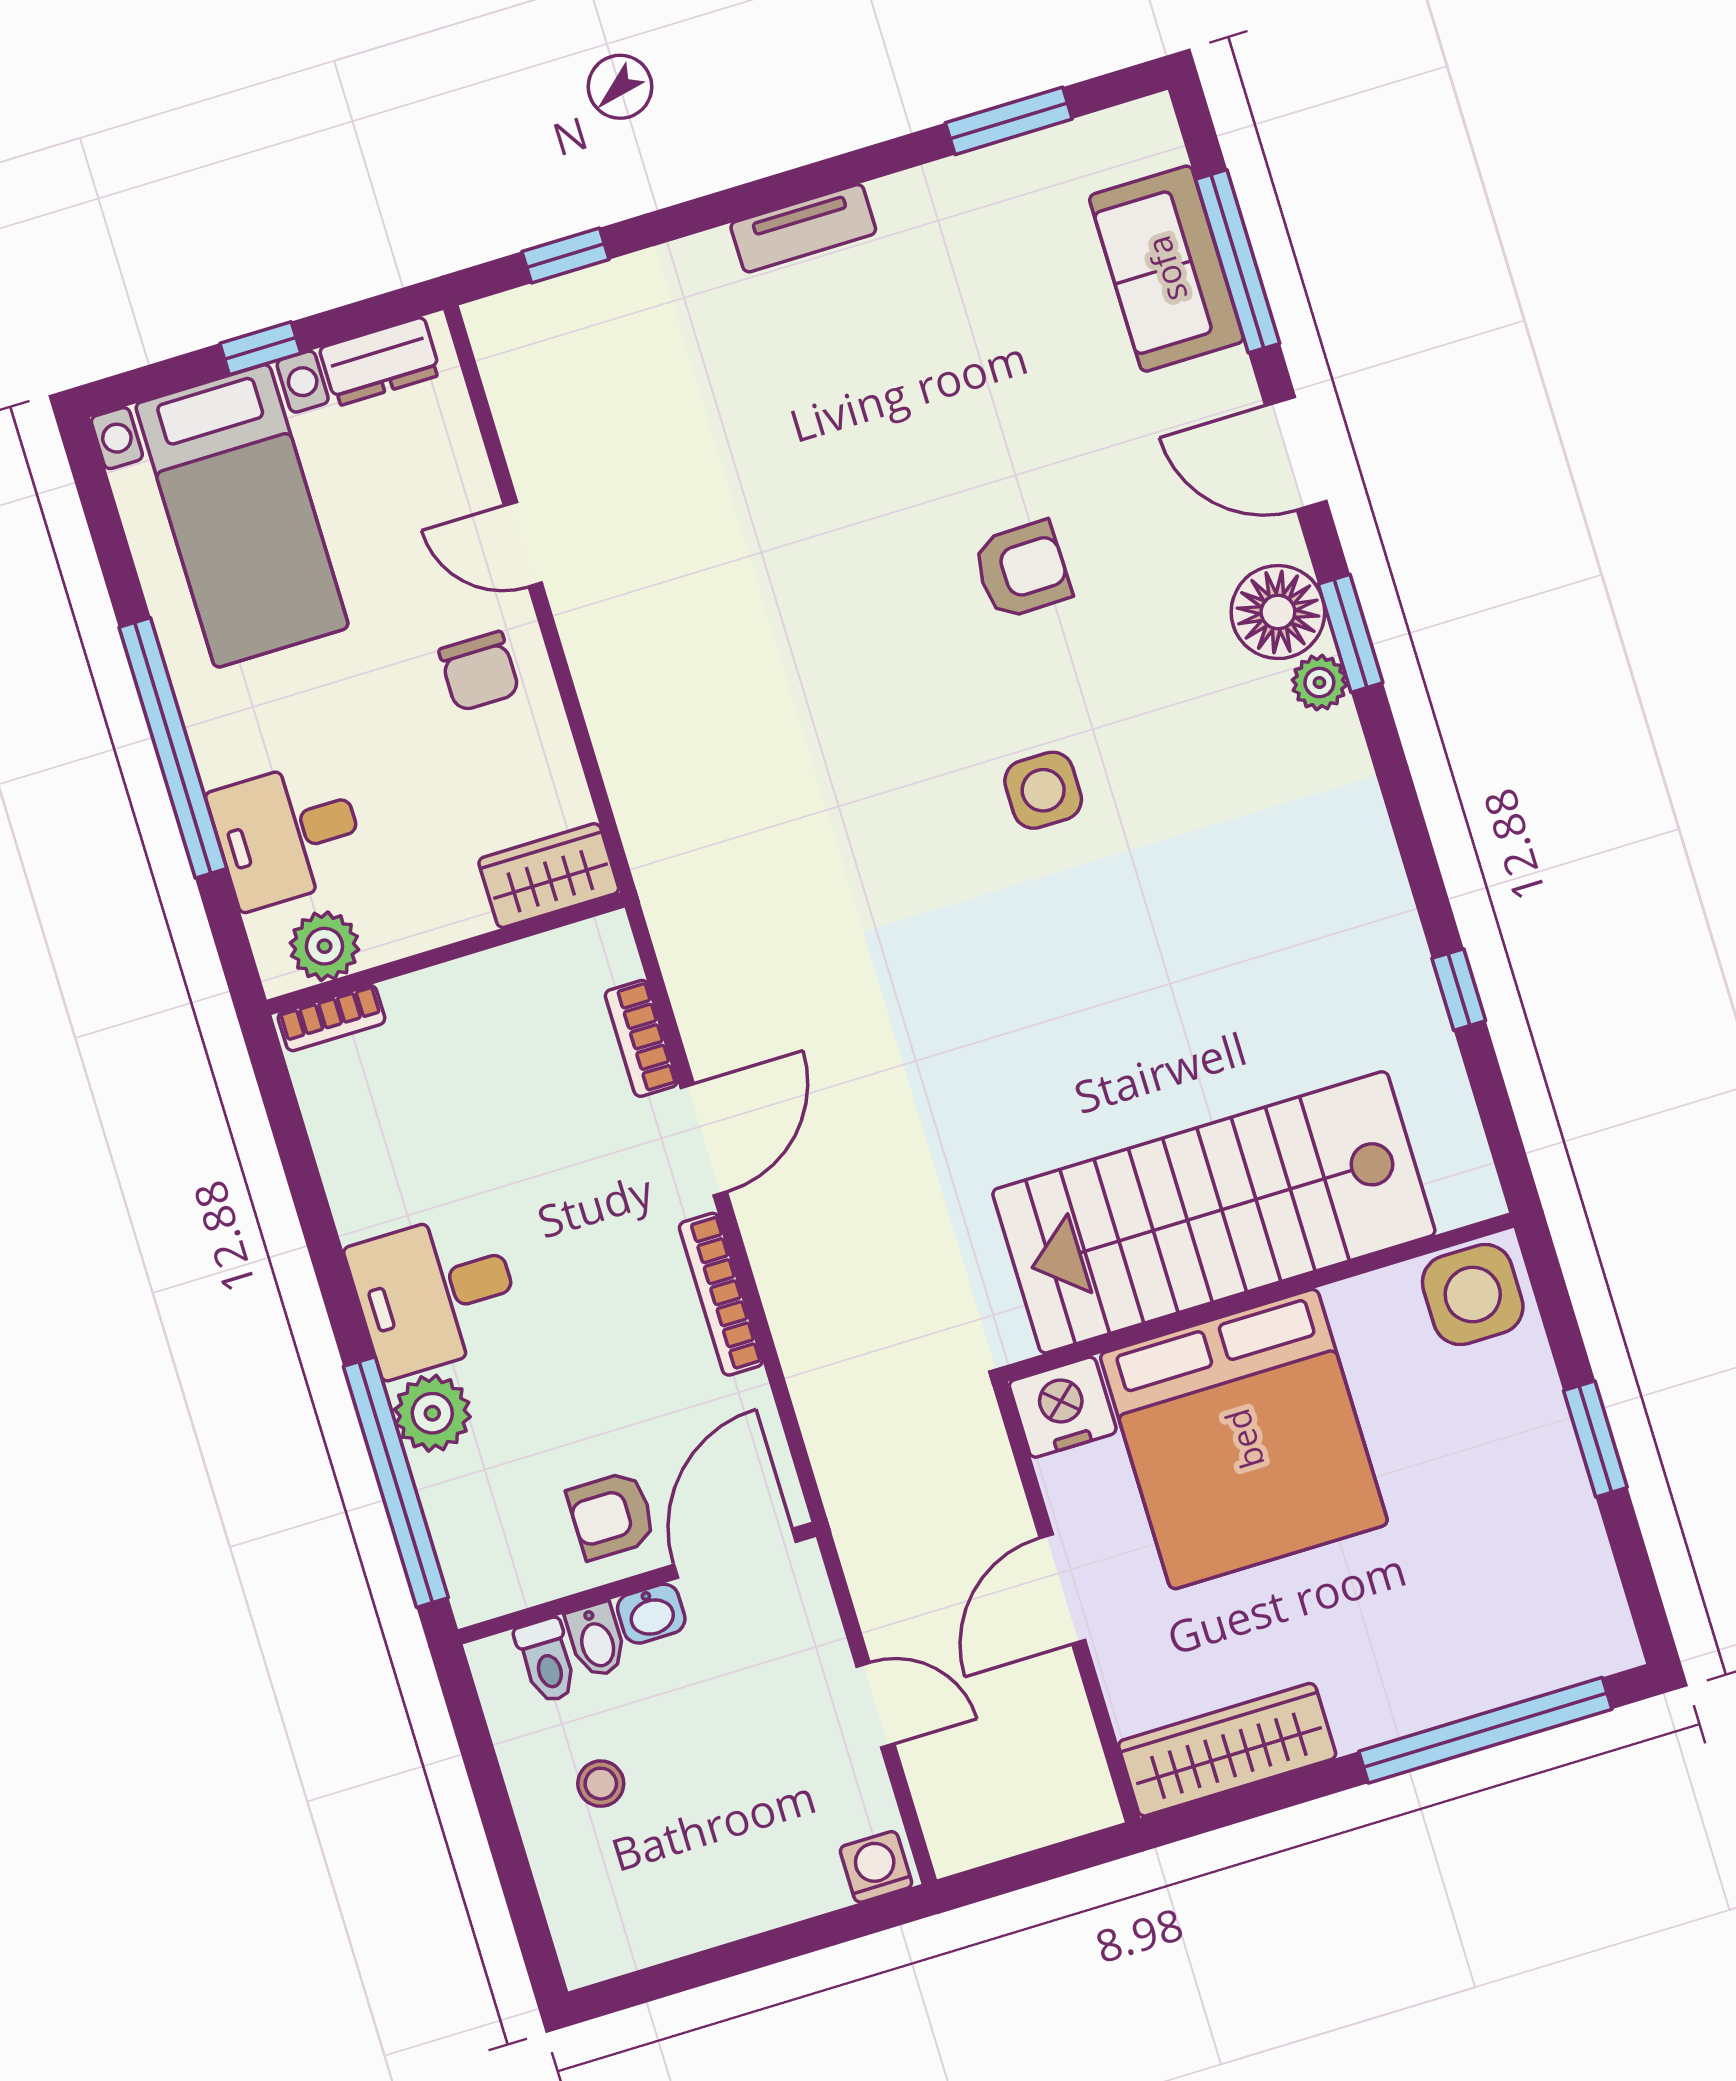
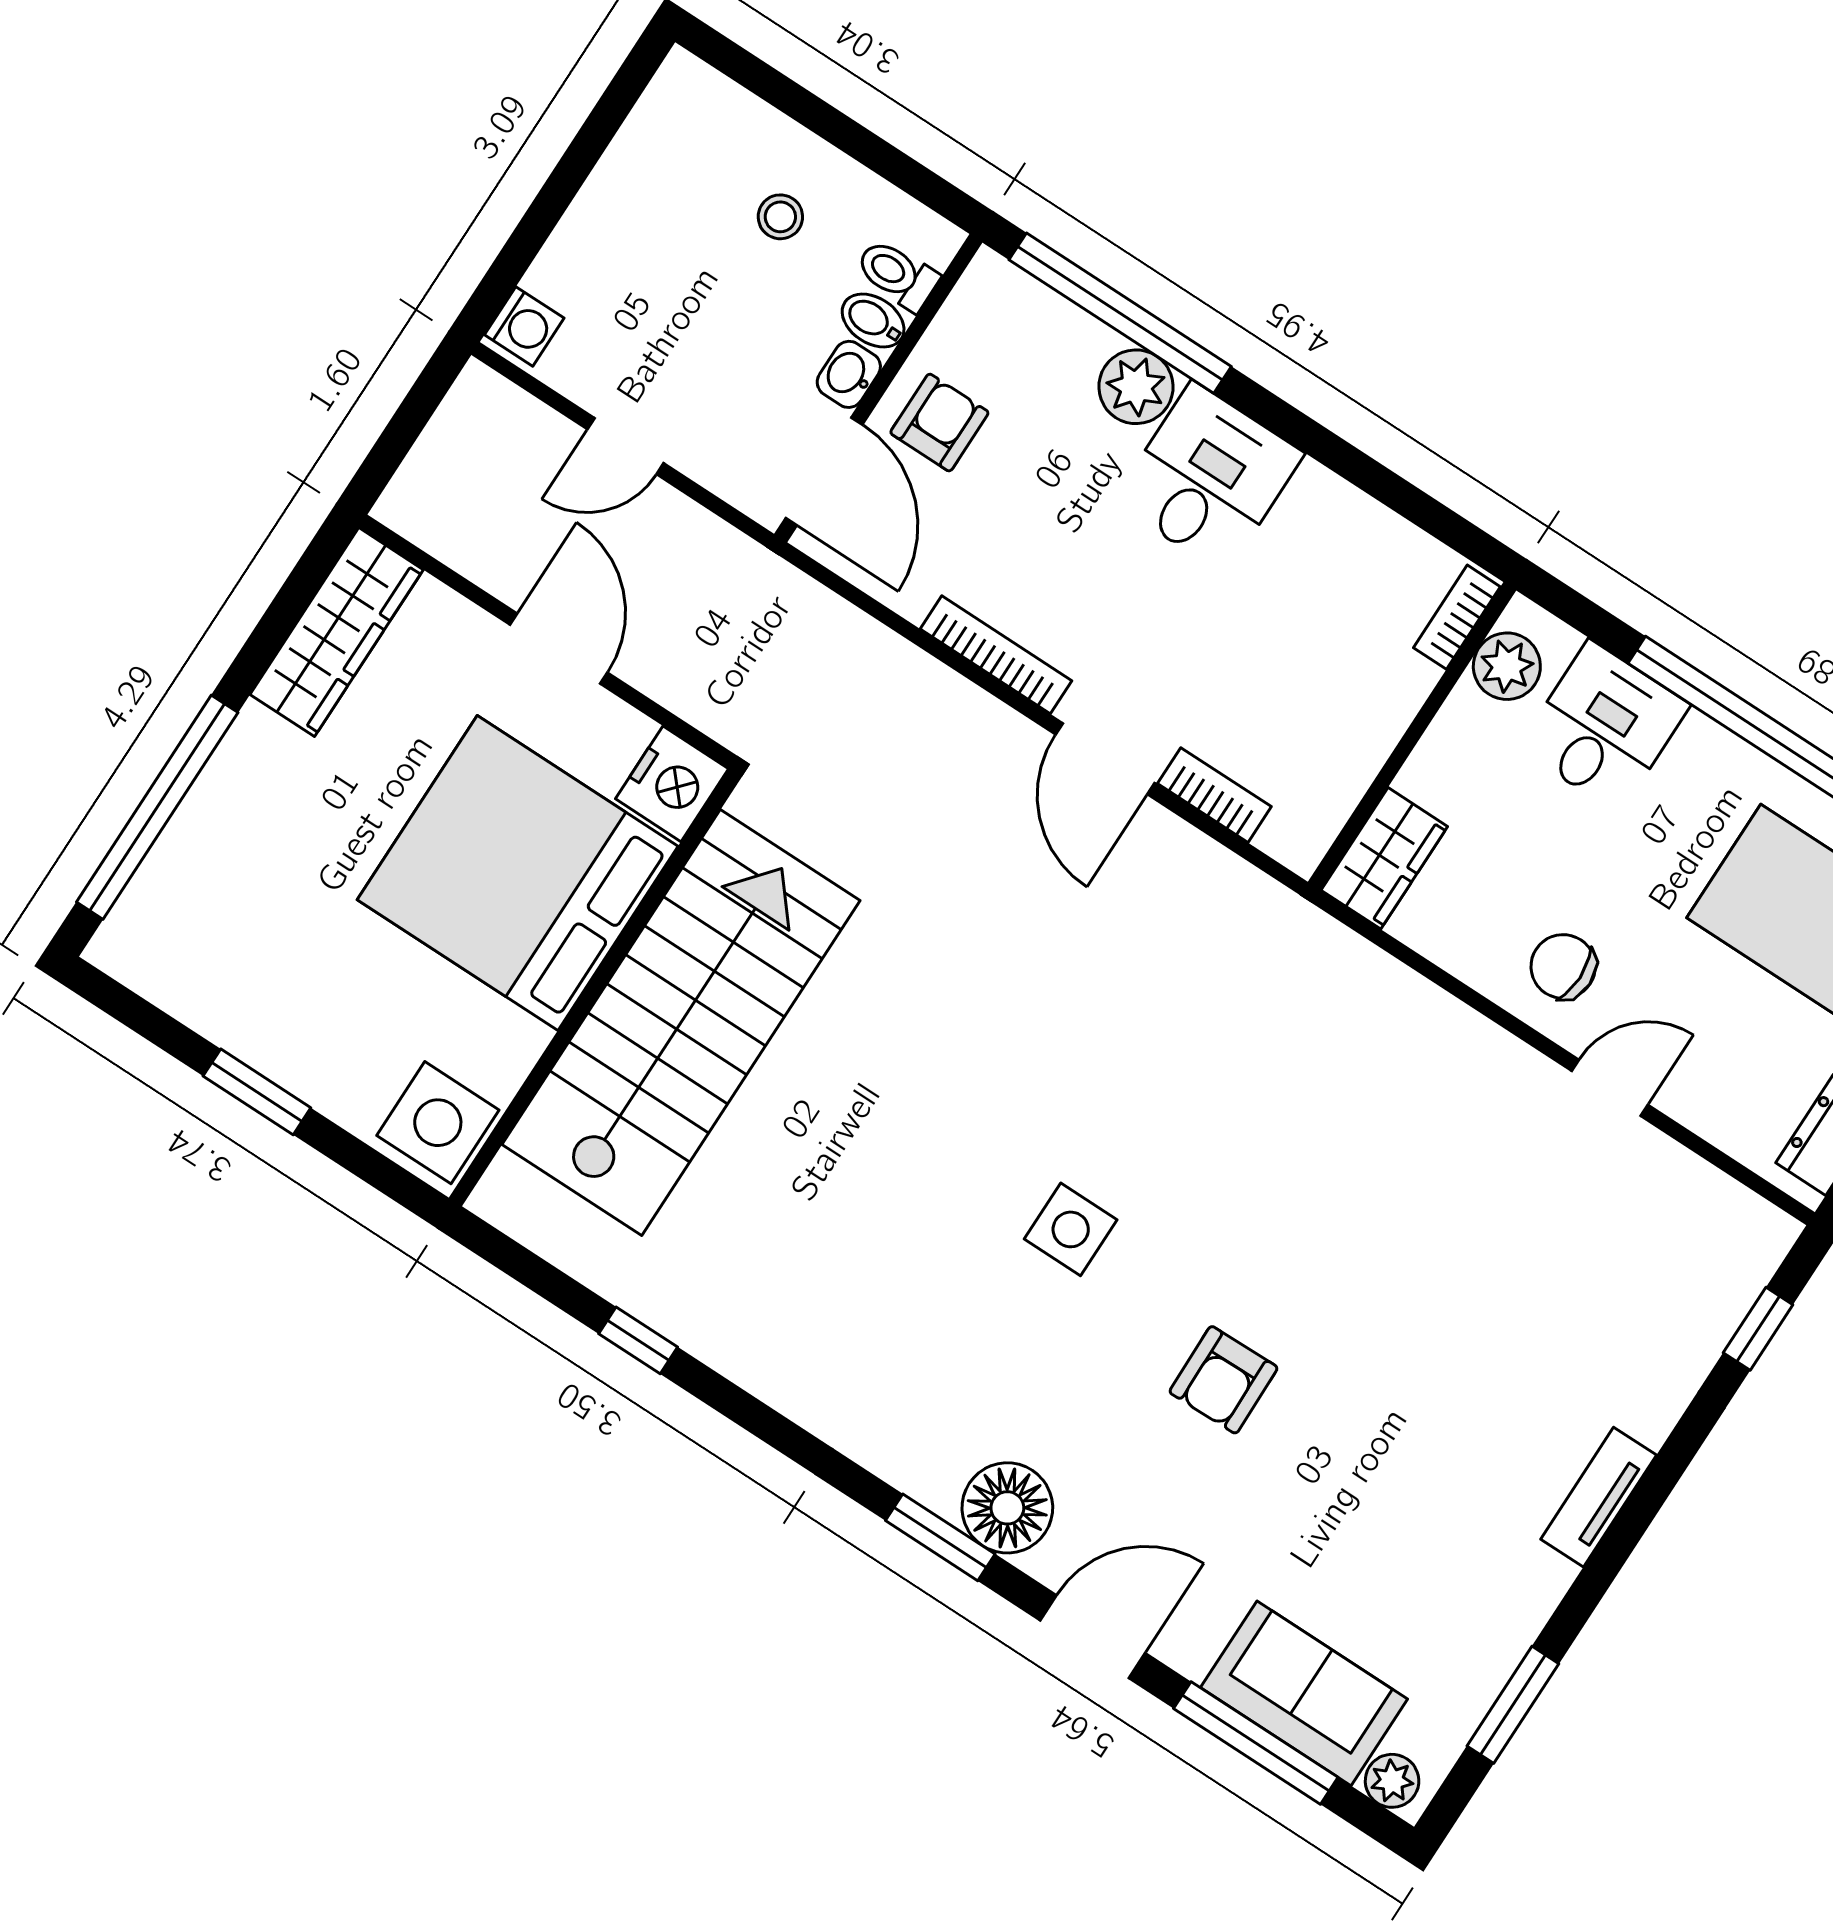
plant: (1319, 683) -> (1392, 1781), moved

